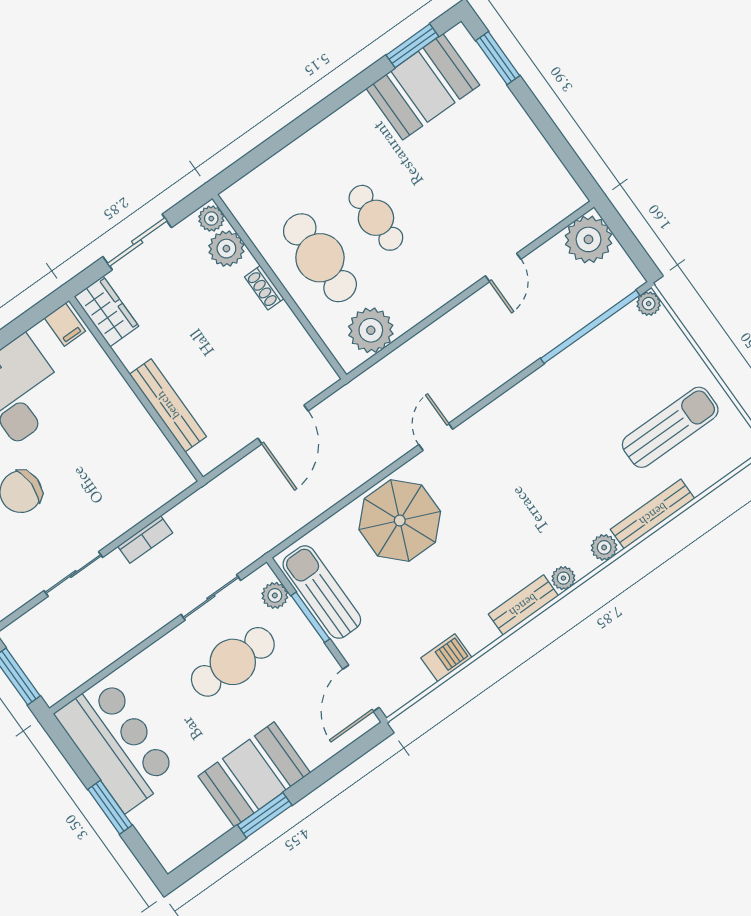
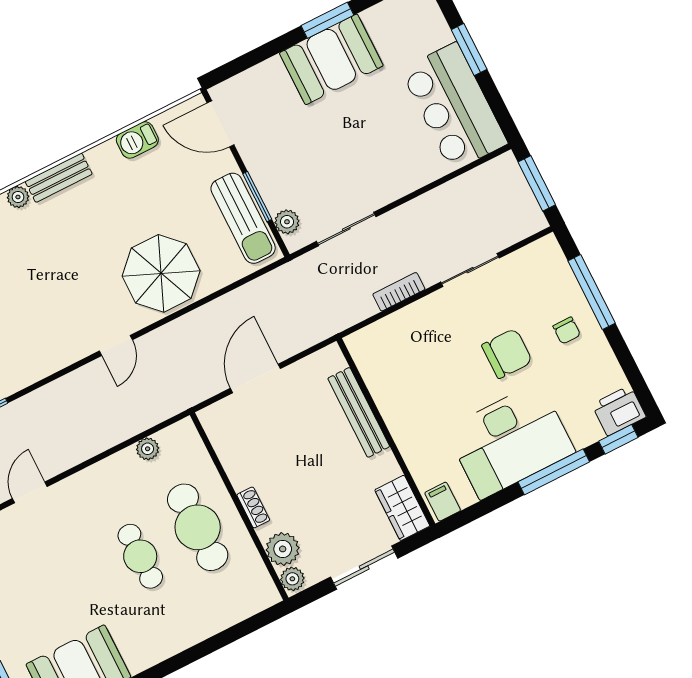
plant: (371, 330) -> (148, 449), width x0.53, depth x0.53
cafe table: (233, 662) -> (335, 166), removed
door: (361, 688) -> (221, 124), swing flipped

